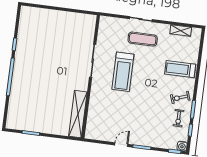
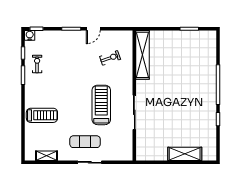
shelving: (50, 16) -> (185, 154), added
exercise bike: (180, 97) -> (110, 58), moved

